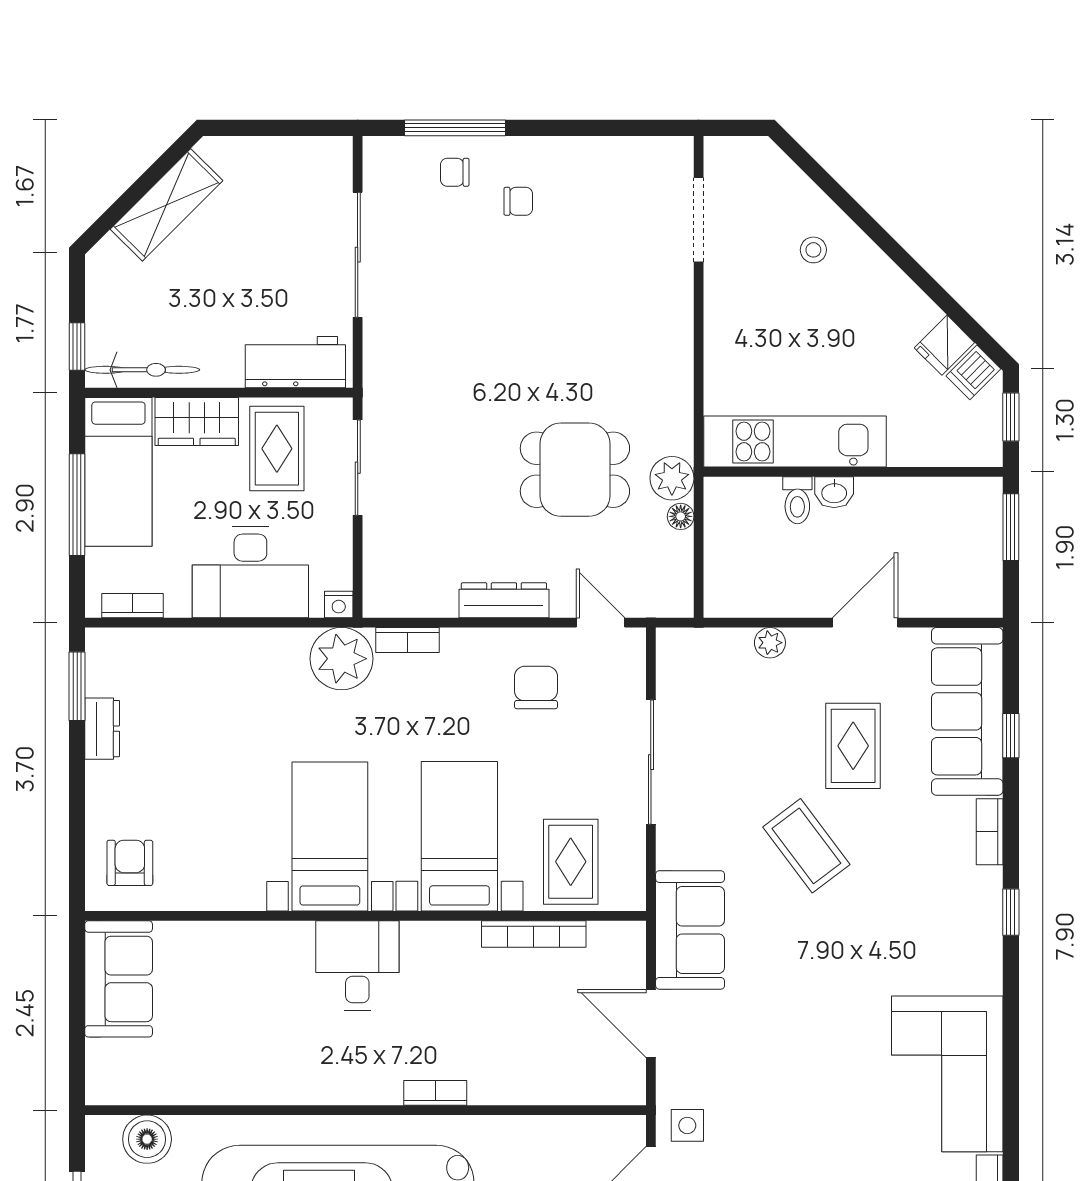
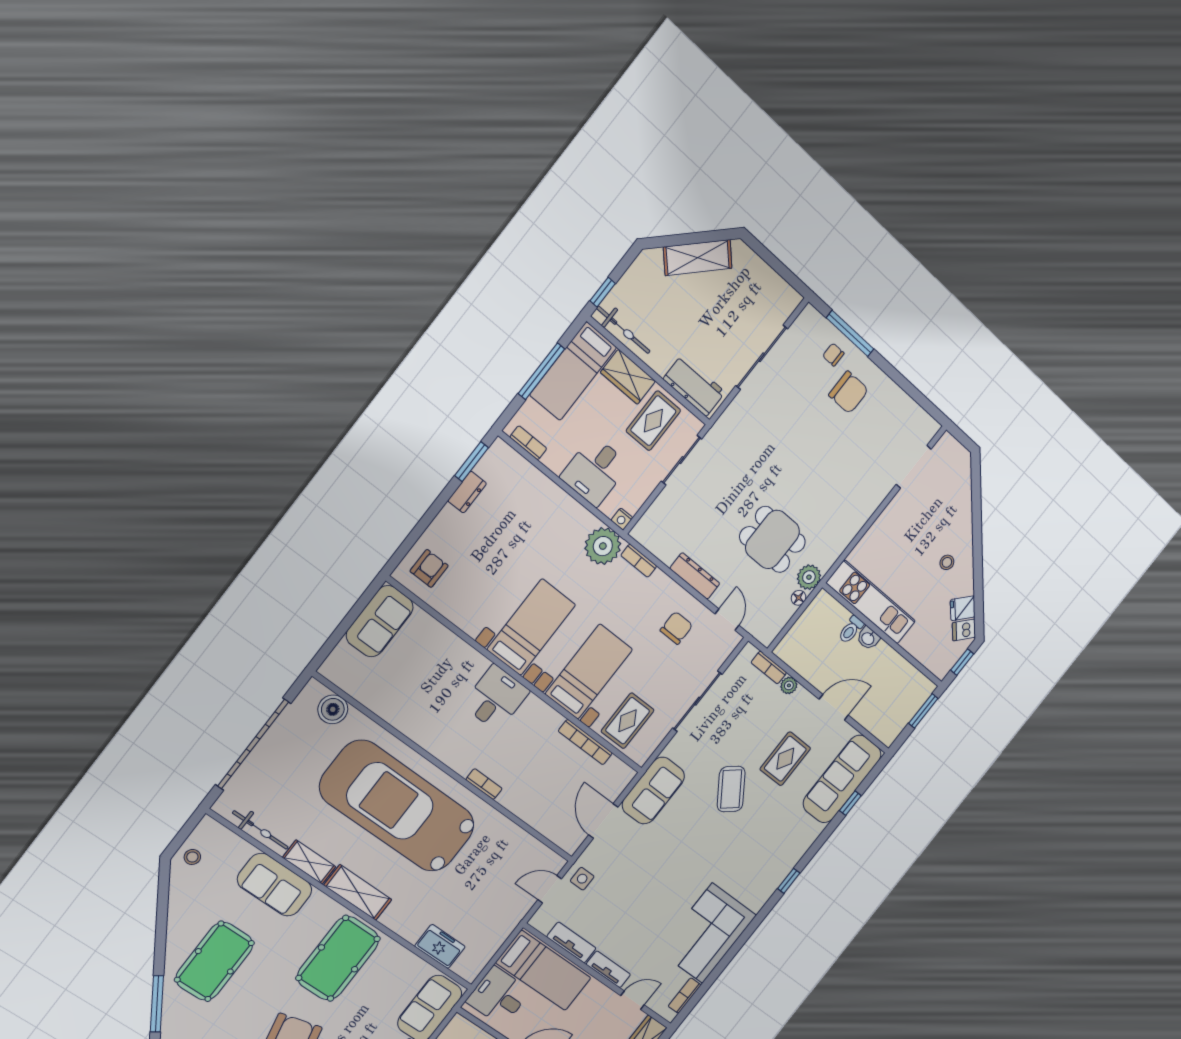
chair: (518, 201) -> (849, 392), width x1.87, depth x1.87
stool: (813, 250) -> (947, 562), moved
desk: (250, 572) -> (595, 471), width x0.73
bookcase: (990, 832) -> (769, 667), moved, turned -90

